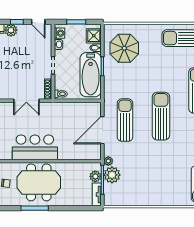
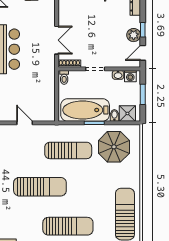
plant: (11, 30) -> (134, 35), moved
double door: (26, 101) -> (57, 40), swing flipped
sun lounger: (125, 120) -> (68, 150), moved
door: (102, 130) -> (25, 123), width x0.53

